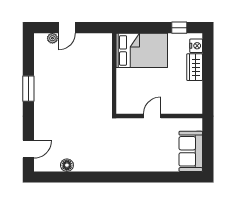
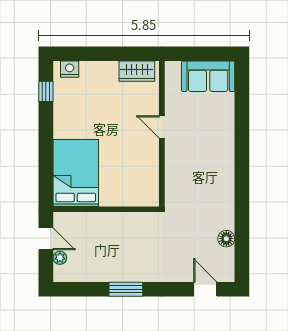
bed: (142, 50) -> (76, 173), moved
wardrobe: (195, 67) -> (137, 71), moved
wall: (114, 74) -> (106, 209), moved

